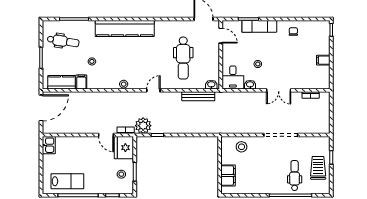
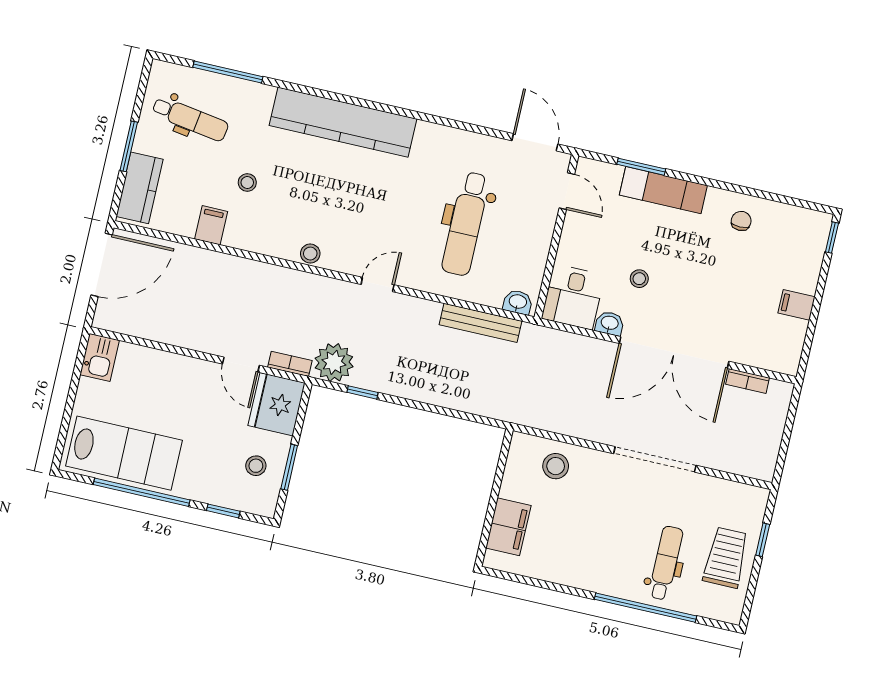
kitchen counter: (61, 82) -> (140, 188), moved, turned 90
double door: (279, 90) -> (674, 352), width x1.87
lab bench: (67, 181) -> (124, 453), width x1.36, depth x1.39

